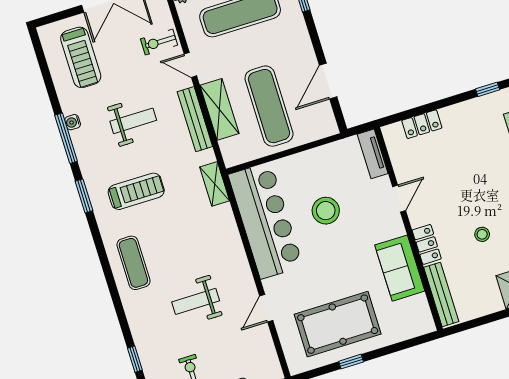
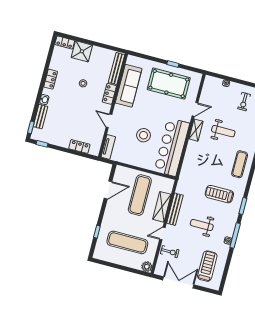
door: (190, 65) -> (162, 234), swing flipped
shelving: (215, 184) -> (196, 130), moved
door: (399, 199) -> (109, 121), hinge flipped
sofa: (400, 268) -> (129, 86), width x1.36

